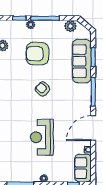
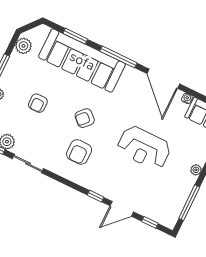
armchair: (37, 54) -> (38, 103), width x0.53, depth x0.53
sofa: (82, 61) -> (82, 61), width x1.36, depth x1.27
armchair: (19, 96) -> (79, 152), added

